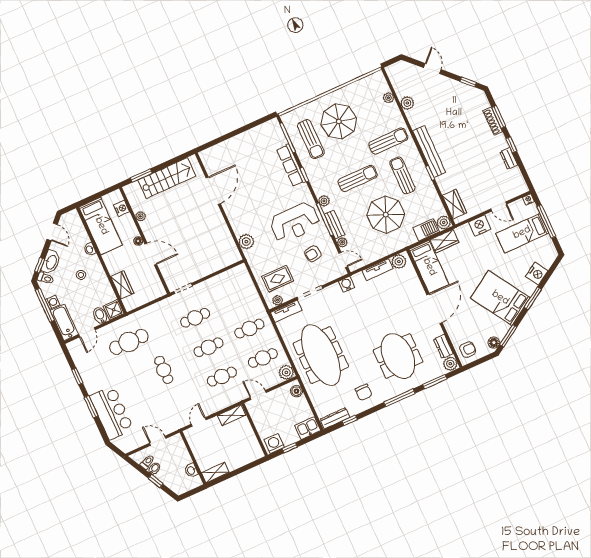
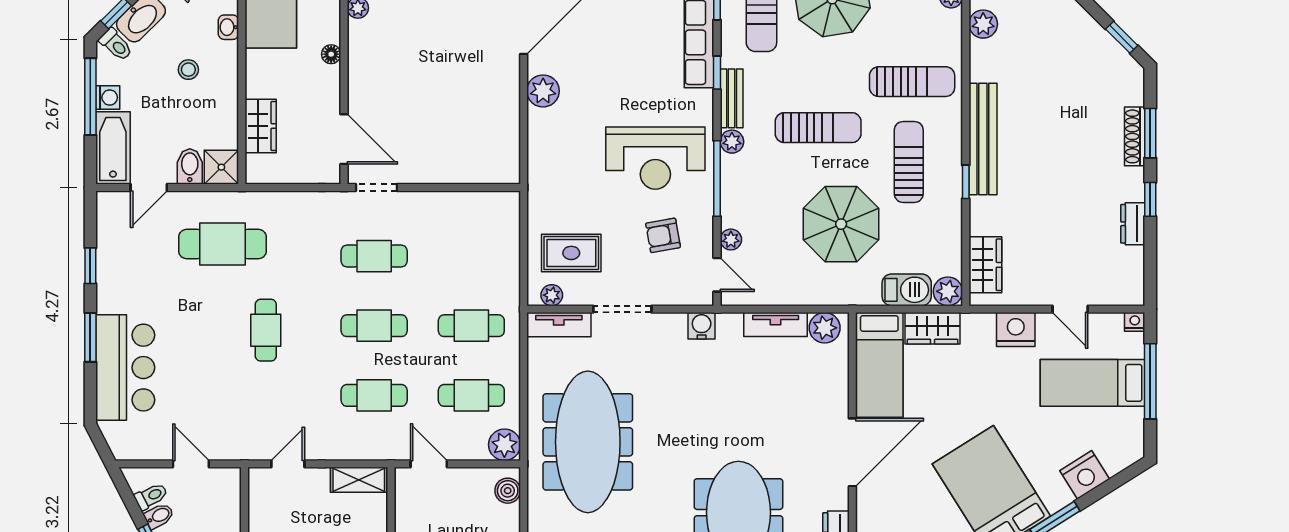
bench: (335, 224) -> (732, 98), moved
plant: (246, 242) -> (543, 91), moved
door: (151, 254) -> (344, 139), moved

